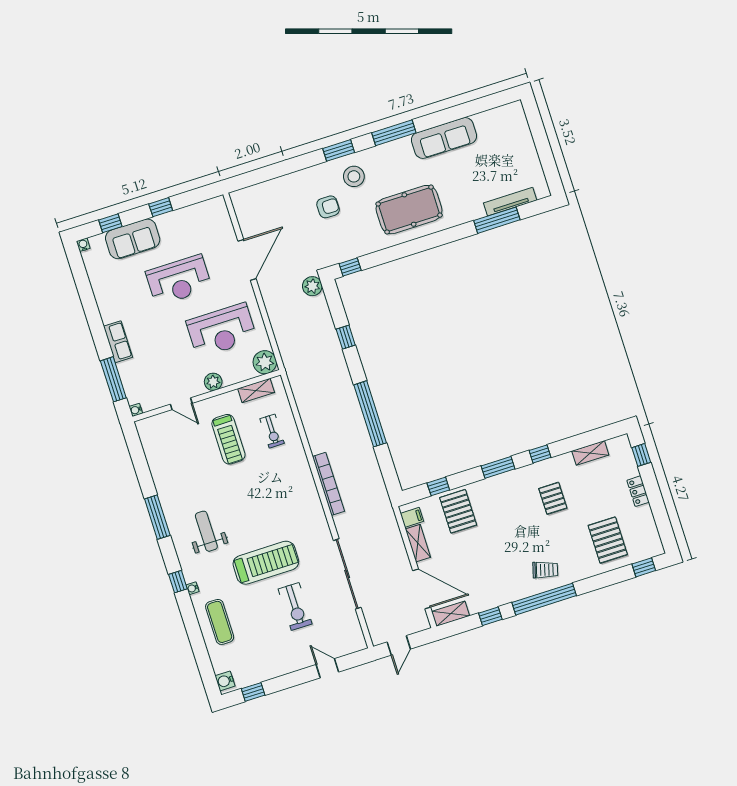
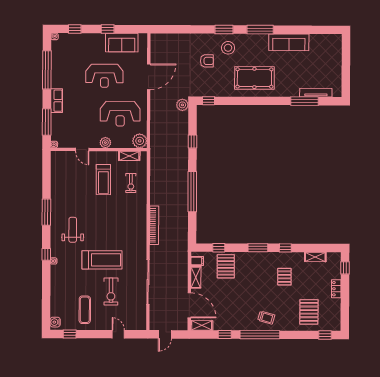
sofa: (133, 239) -> (122, 43), moved
window: (88, 299) -> (47, 70), added
exercise mat: (220, 622) -> (85, 310), moved

